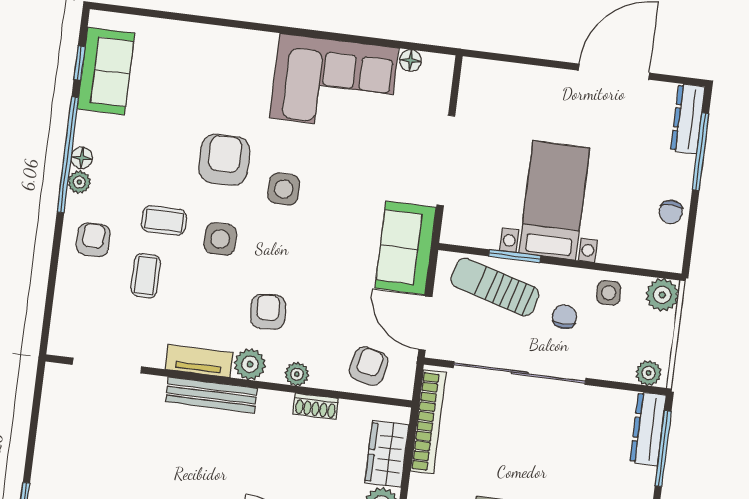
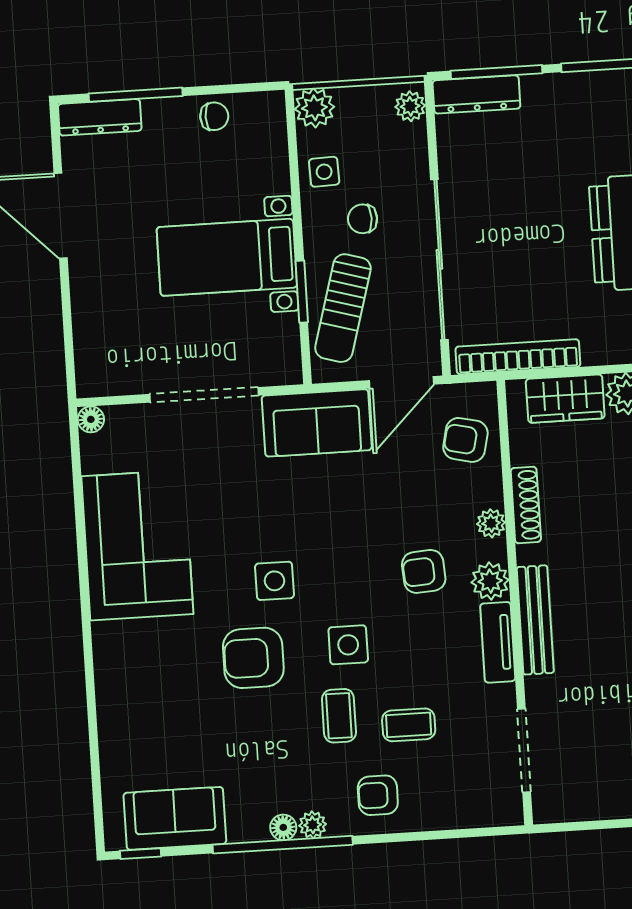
floor lamp: (410, 60) -> (91, 419), moved
window: (79, 63) -> (141, 854), moved
shoe rack: (316, 406) -> (526, 505), width x1.43

